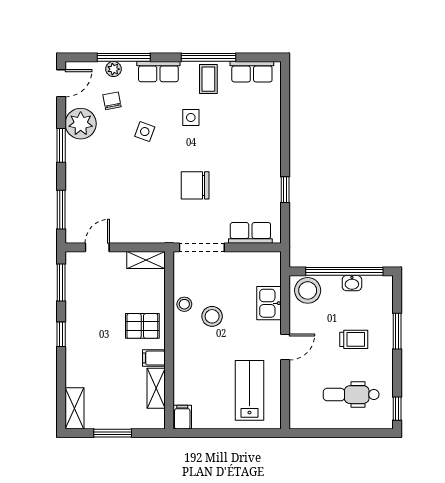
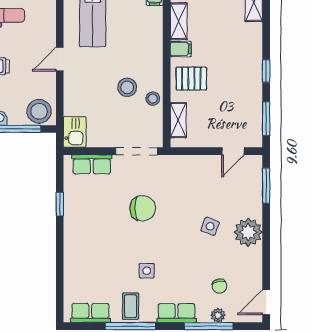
plant: (81, 124) -> (248, 232), moved
side table: (145, 132) -> (210, 226), moved
window: (61, 145) -> (266, 245), removed
shelving: (146, 260) -> (178, 120), moved, turned 90
kitchen sink: (269, 303) -> (75, 132), moved

